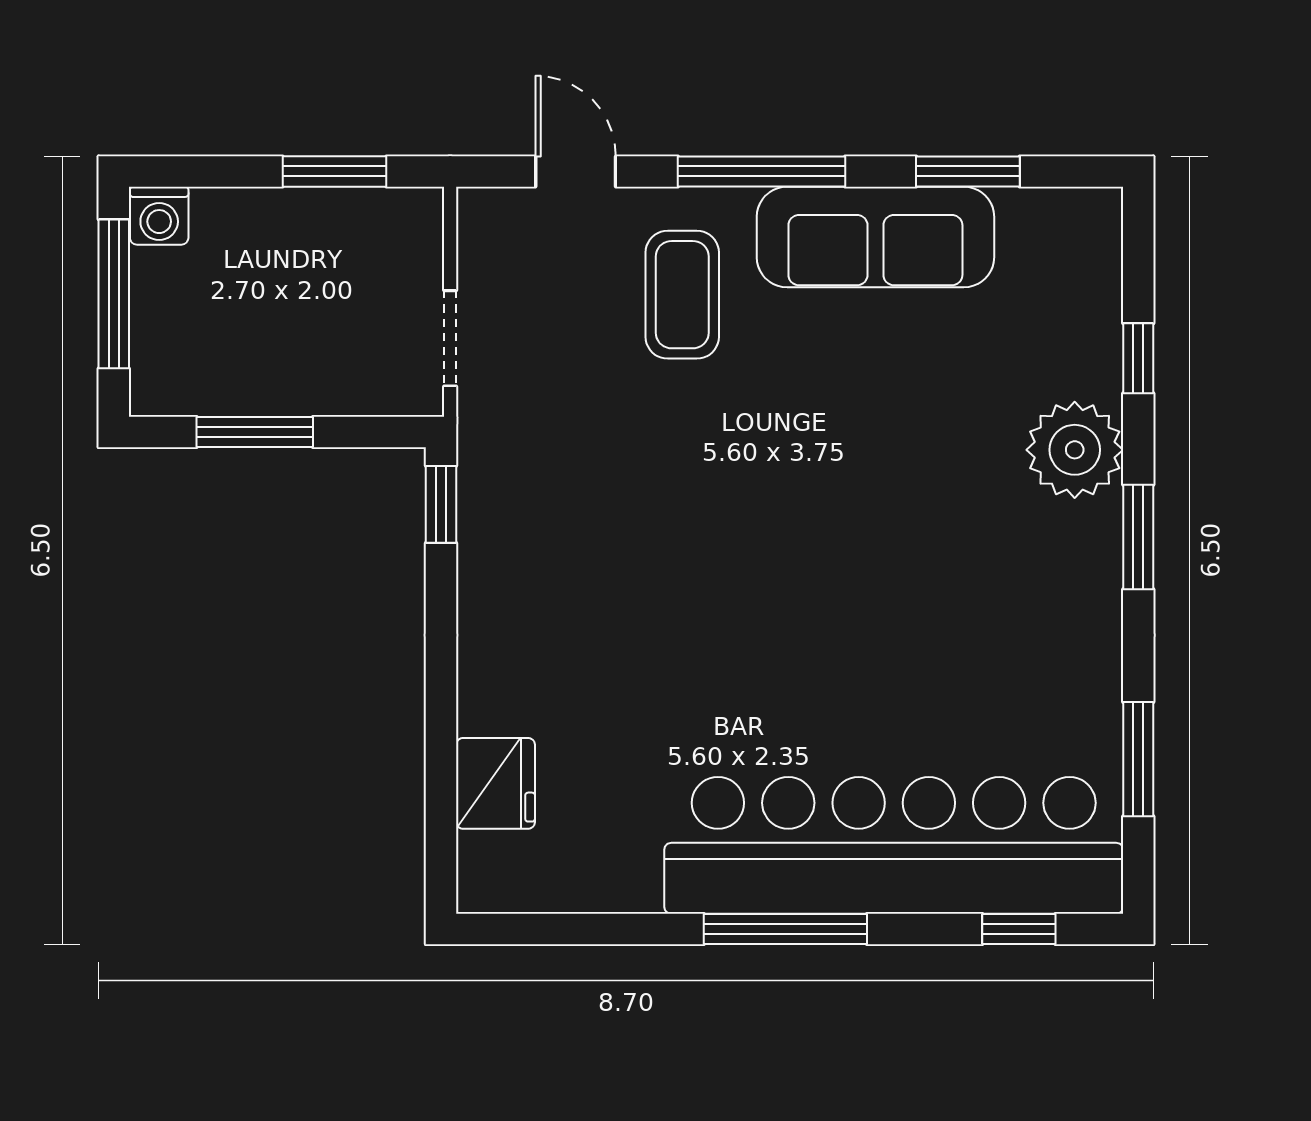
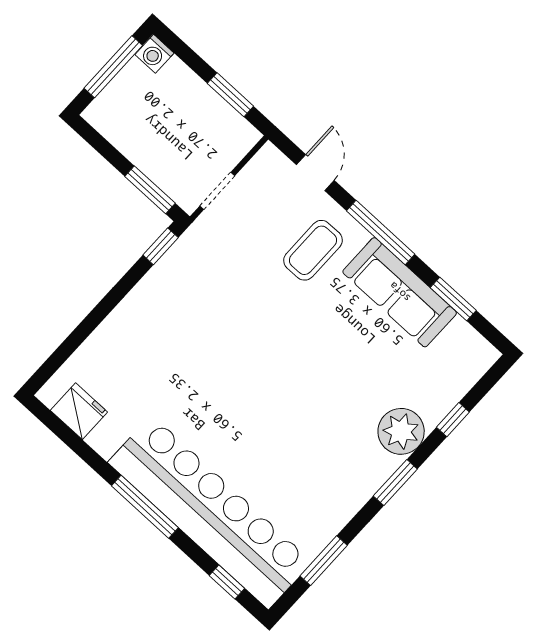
window: (255, 432) -> (150, 190), moved
fridge: (496, 783) -> (79, 411), moved, turned -90

